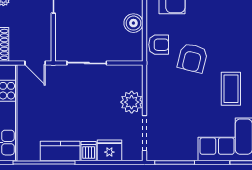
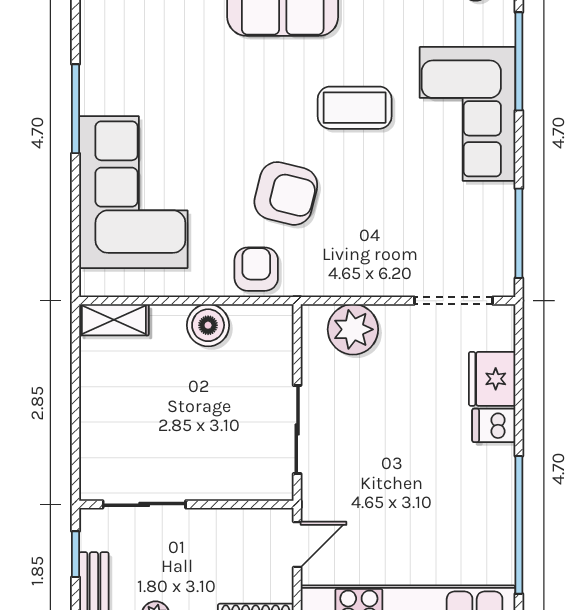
plant: (132, 102) -> (353, 329), moved
kitchen counter: (60, 151) -> (493, 489), removed

